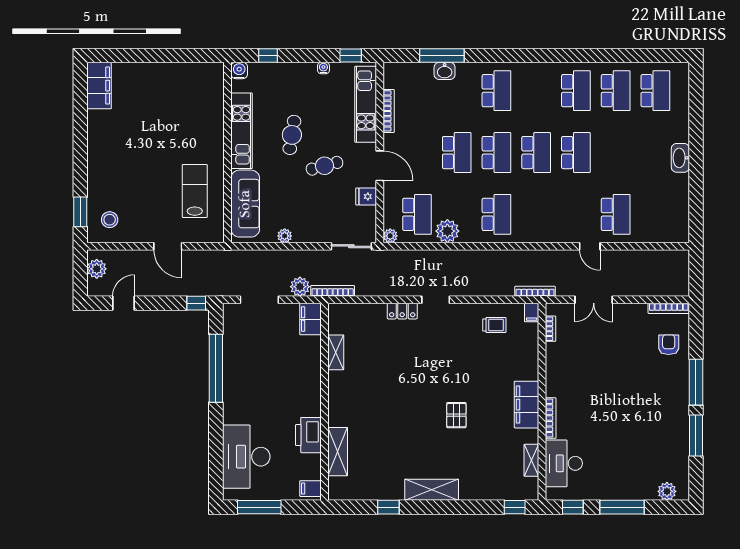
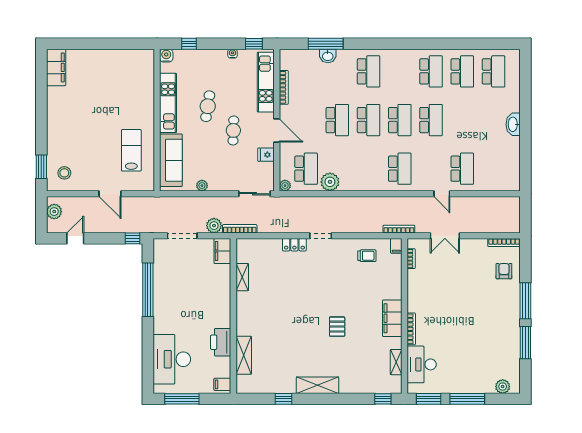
cafe table: (325, 166) -> (233, 130), turned -73
school desk: (496, 214) -> (400, 169), moved
window: (573, 507) -> (429, 399), width x1.50

